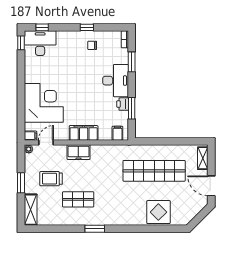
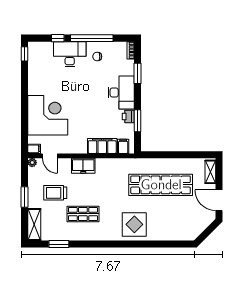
window: (42, 27) -> (58, 38), moved
window: (87, 27) -> (92, 38), width x3.17
desk: (40, 43) -> (70, 54), moved
filing cabinet: (84, 133) -> (102, 146), moved
door: (46, 142) -> (50, 156), swing flipped
display table: (158, 212) -> (134, 224), moved
window: (95, 229) -> (59, 244), moved

